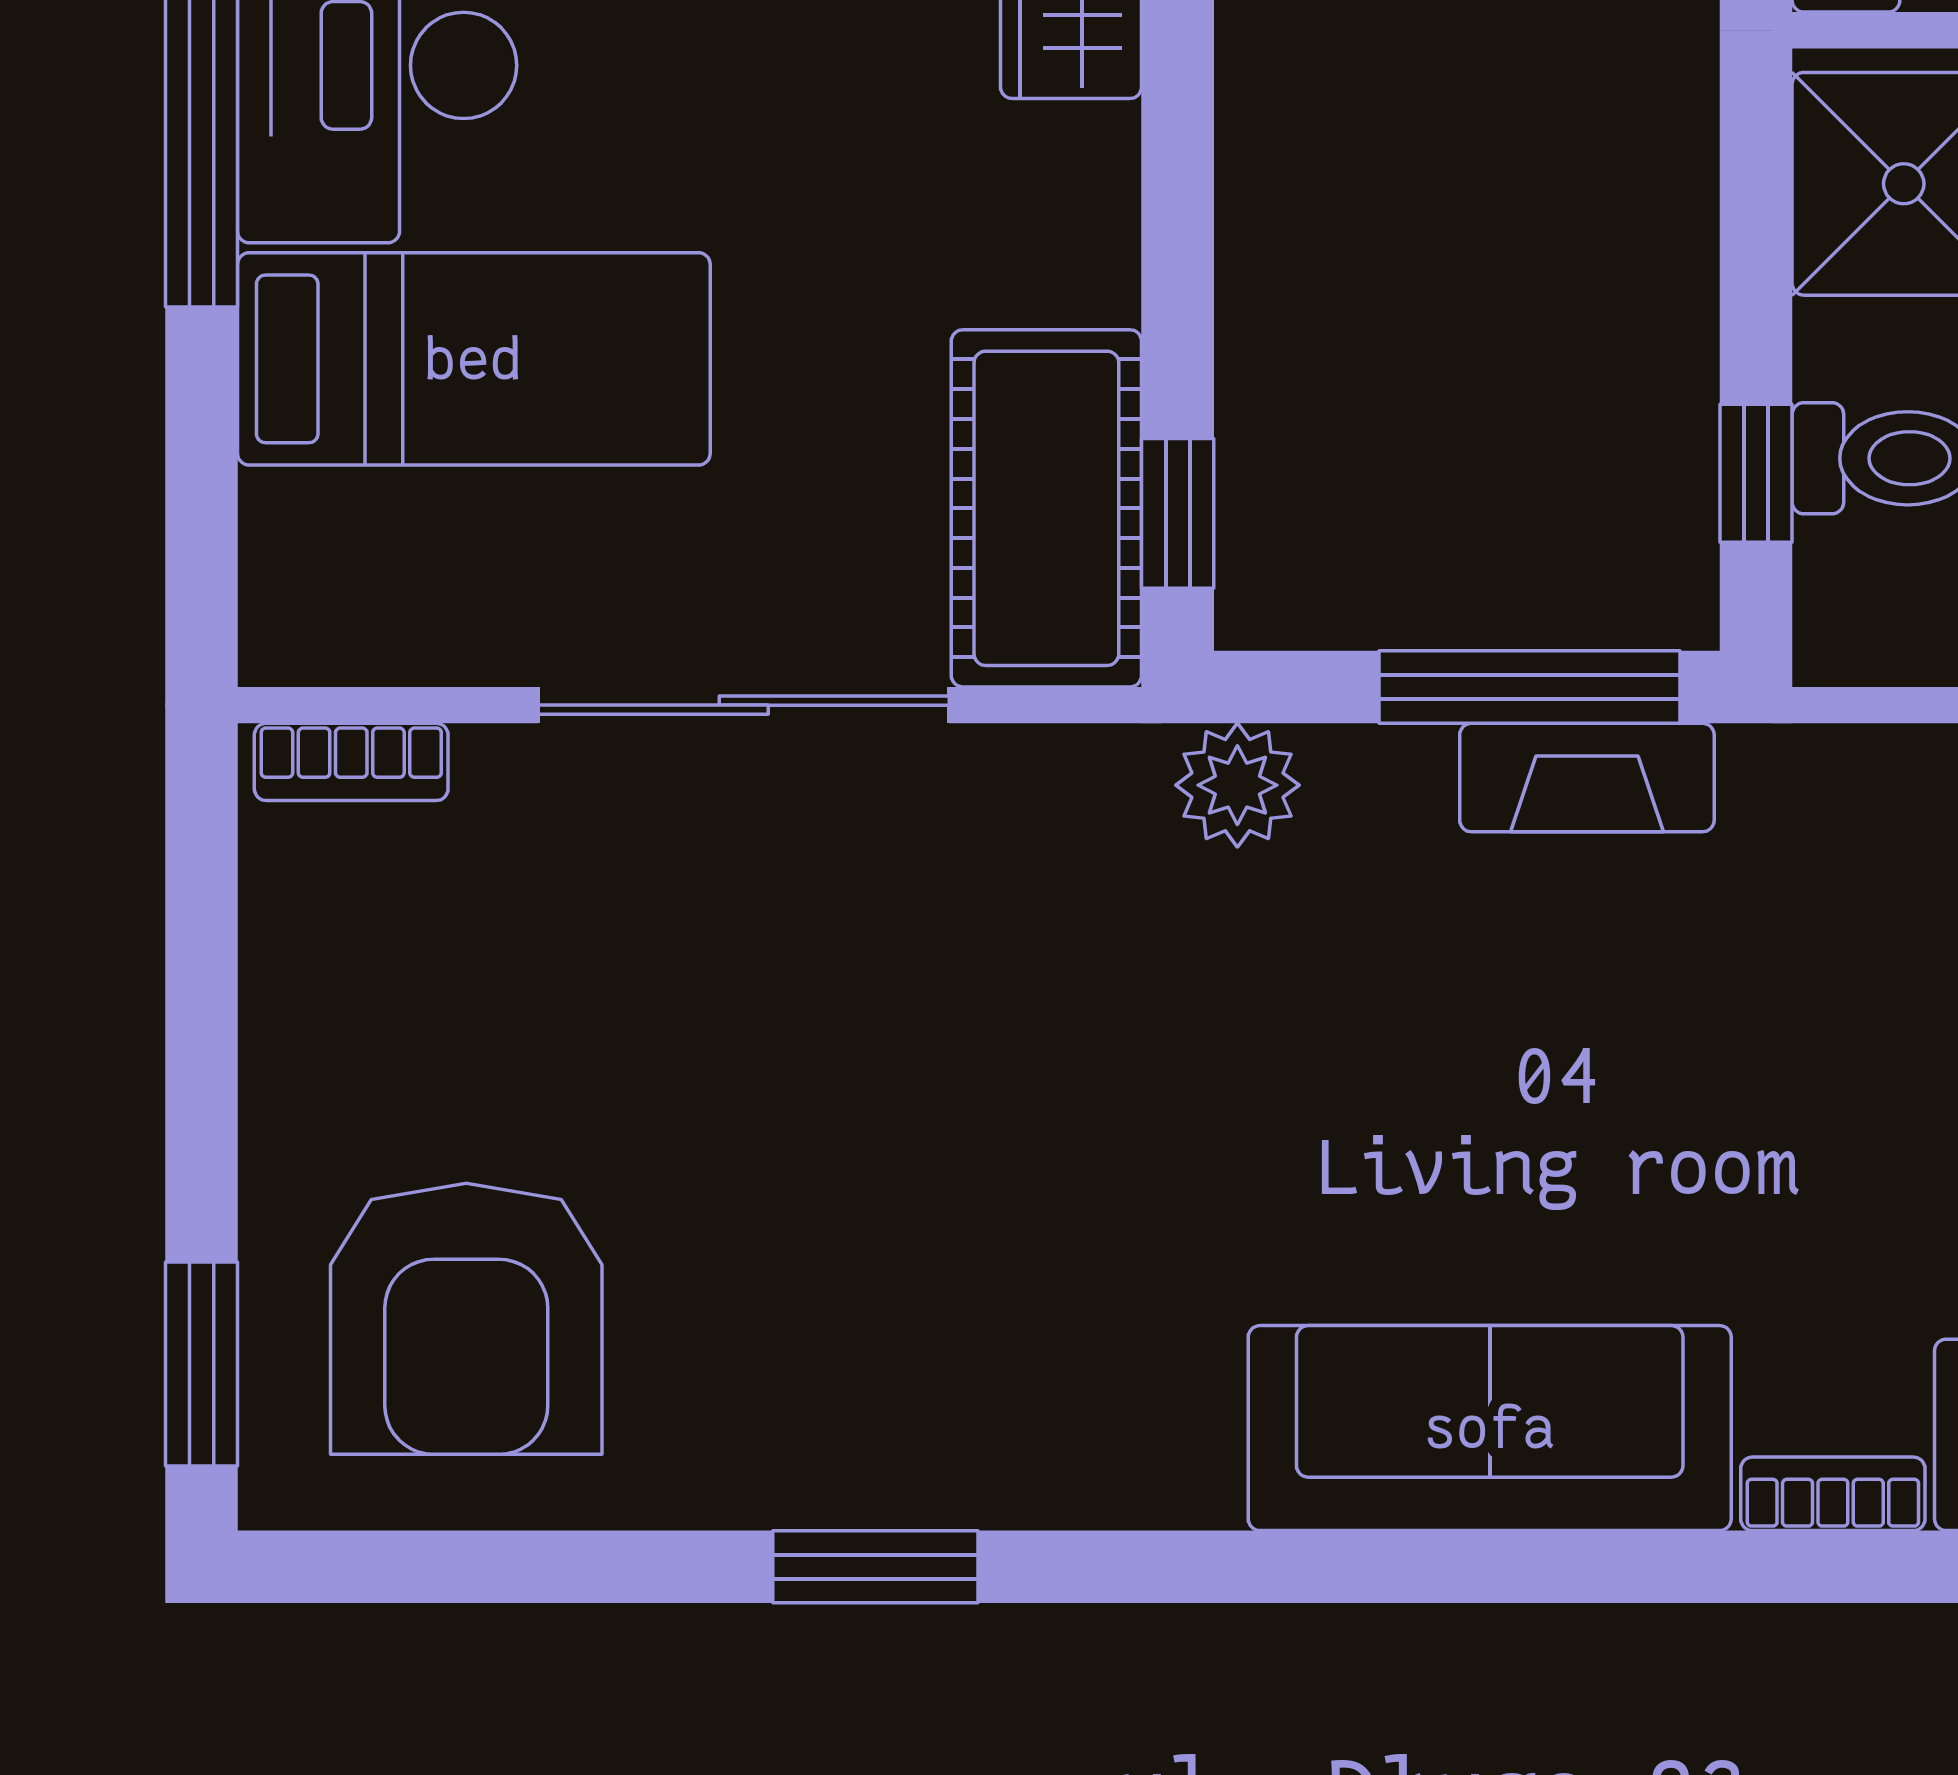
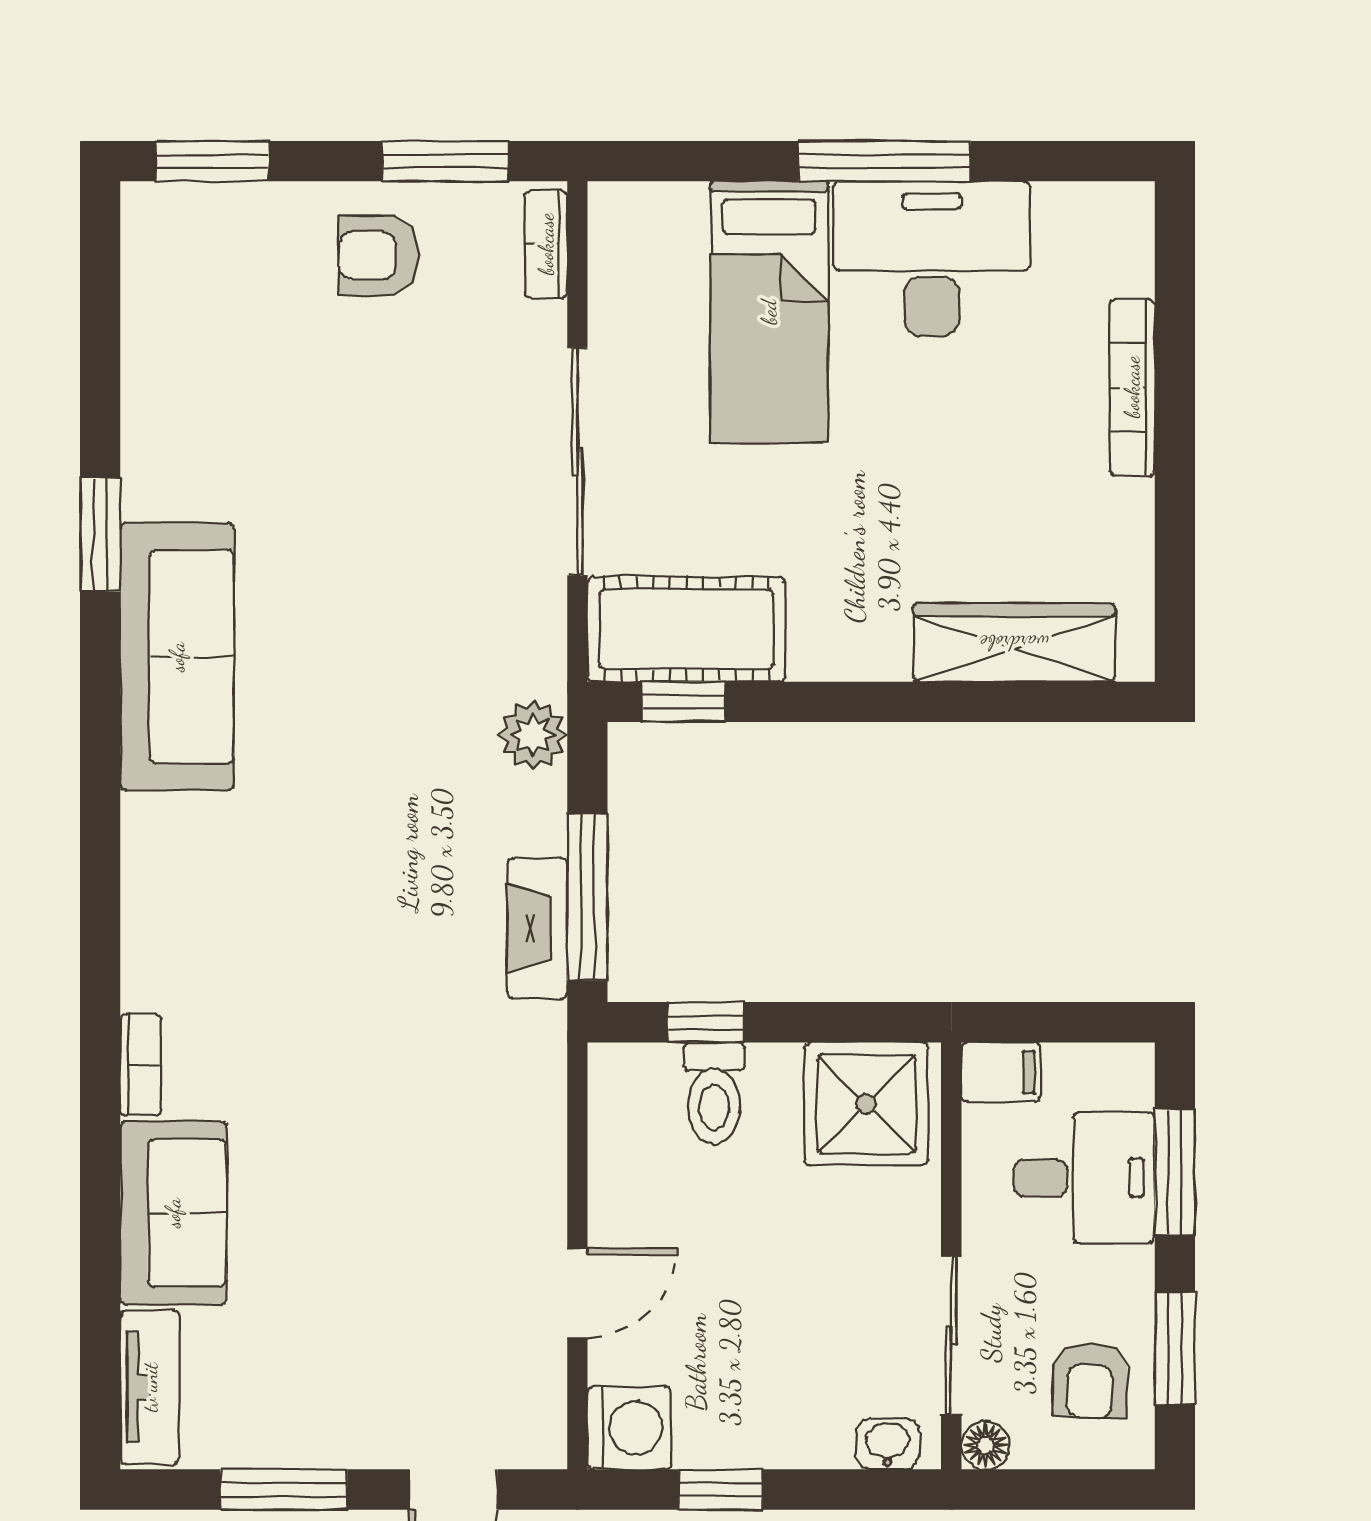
window: (201, 944) -> (445, 161), added
armchair: (466, 1319) -> (379, 256), moved, width x0.53, depth x0.53
sofa: (1490, 1428) -> (177, 657), moved

